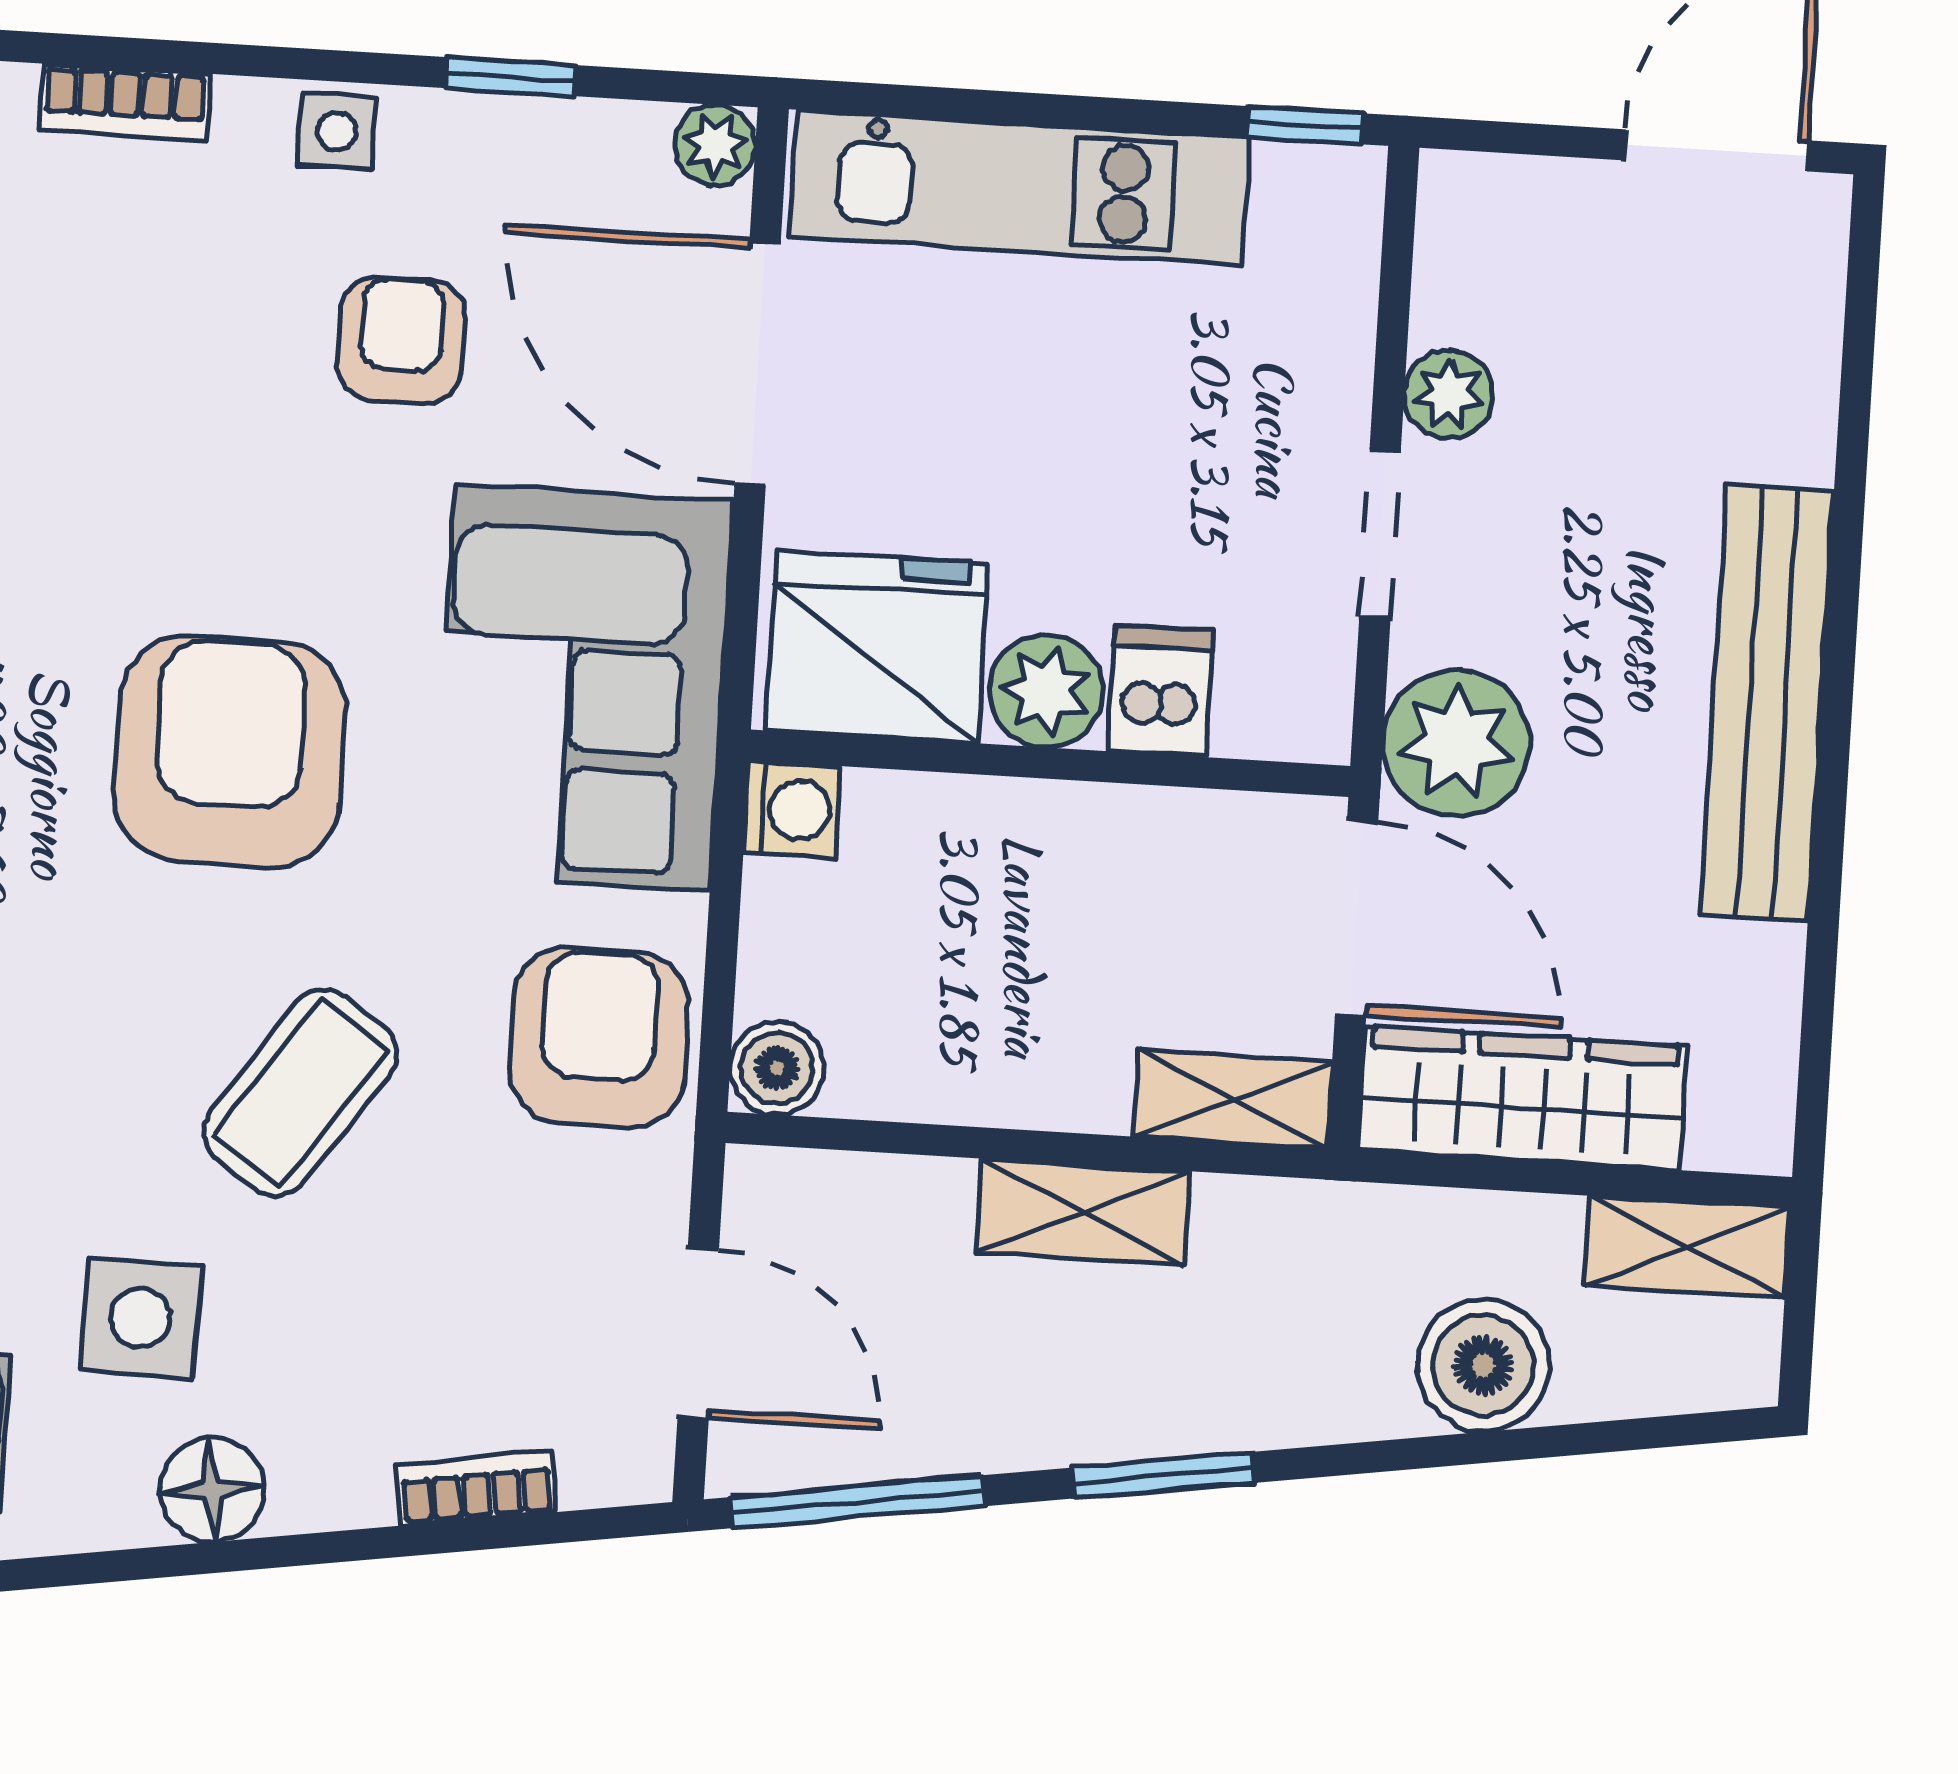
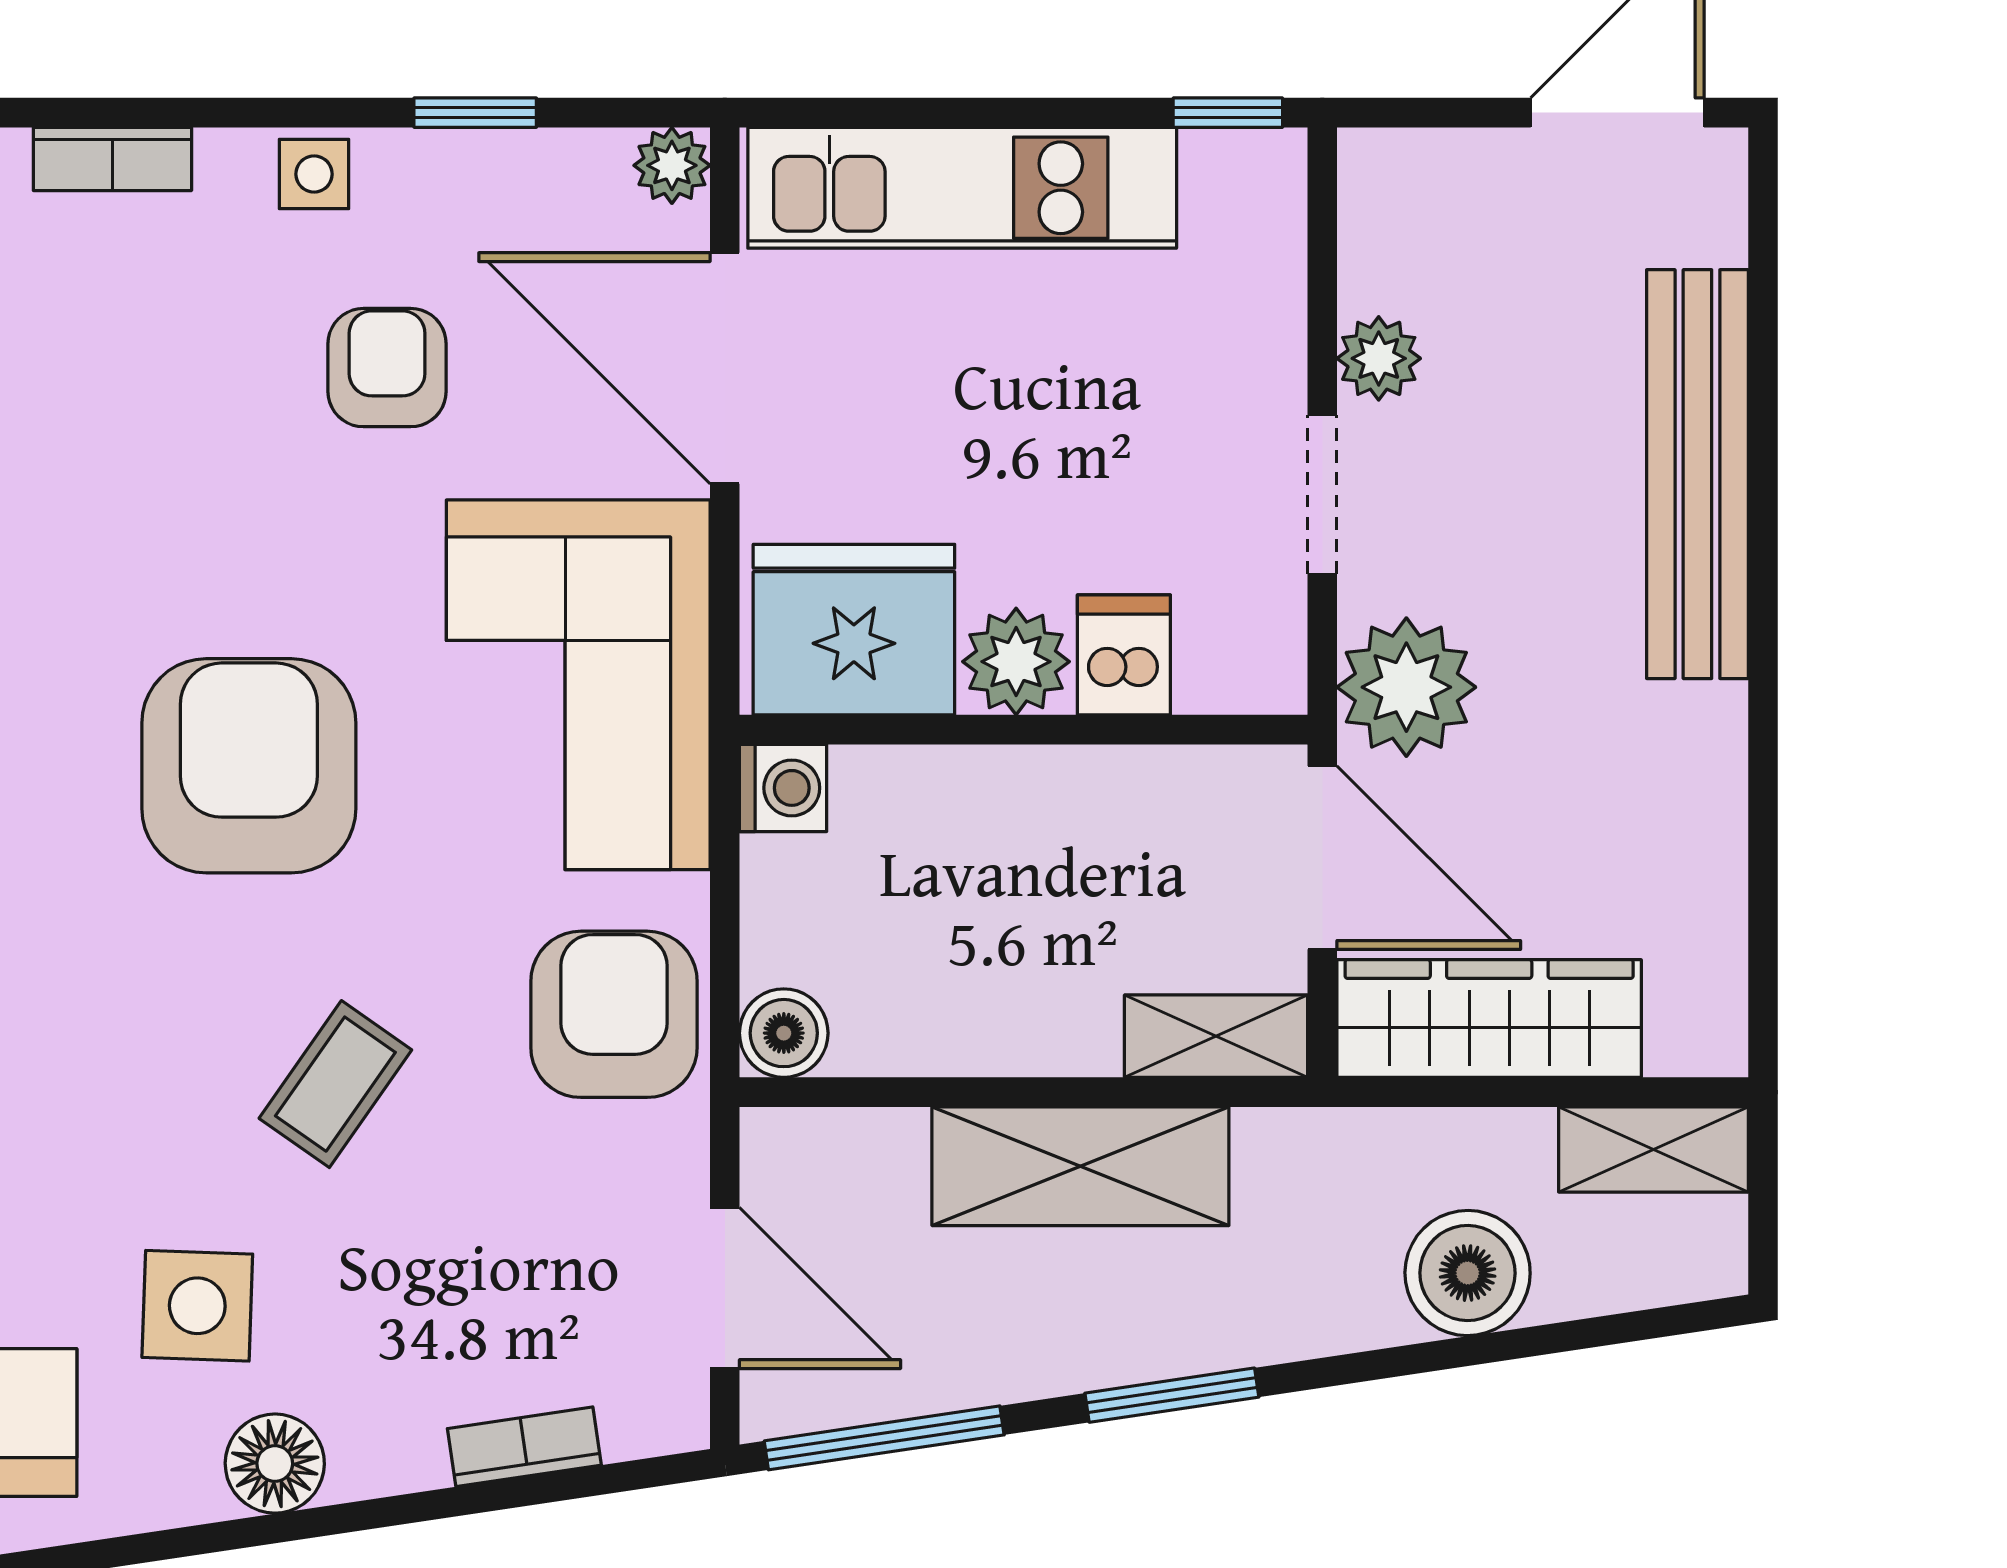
bench: (1767, 703) -> (1697, 474), moved
coffee table: (300, 1093) -> (335, 1084), width x0.73, depth x0.77
shelving: (1083, 1212) -> (1080, 1166), width x1.50, depth x1.33

